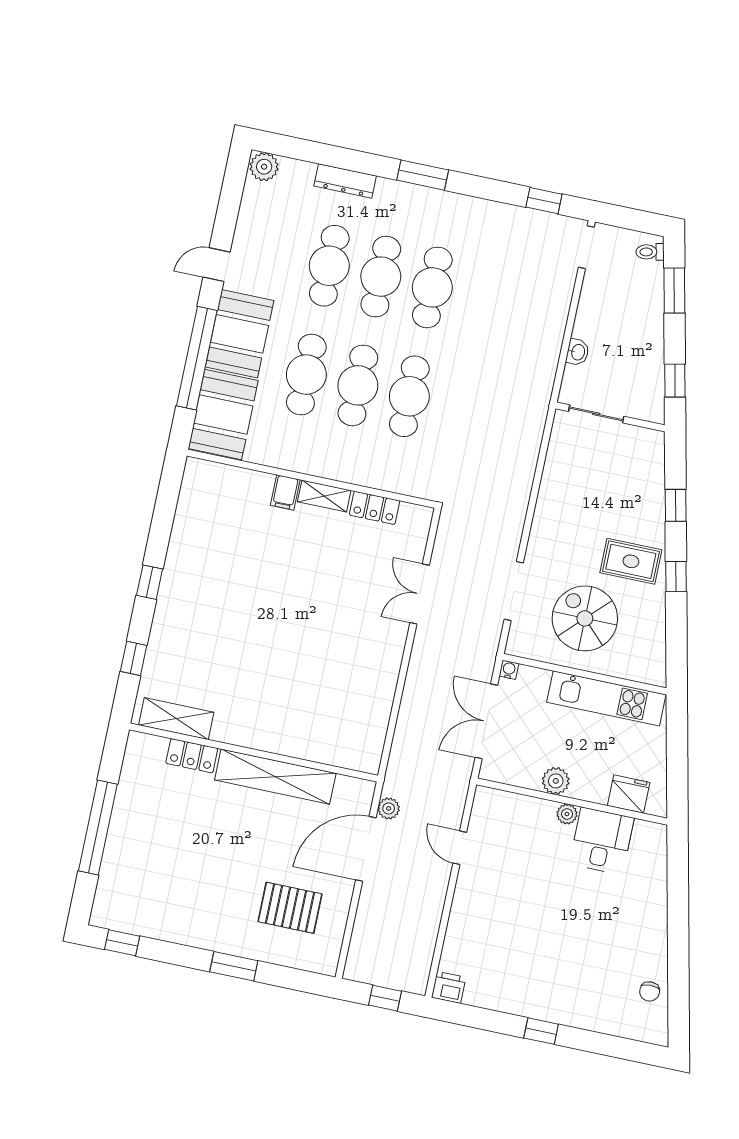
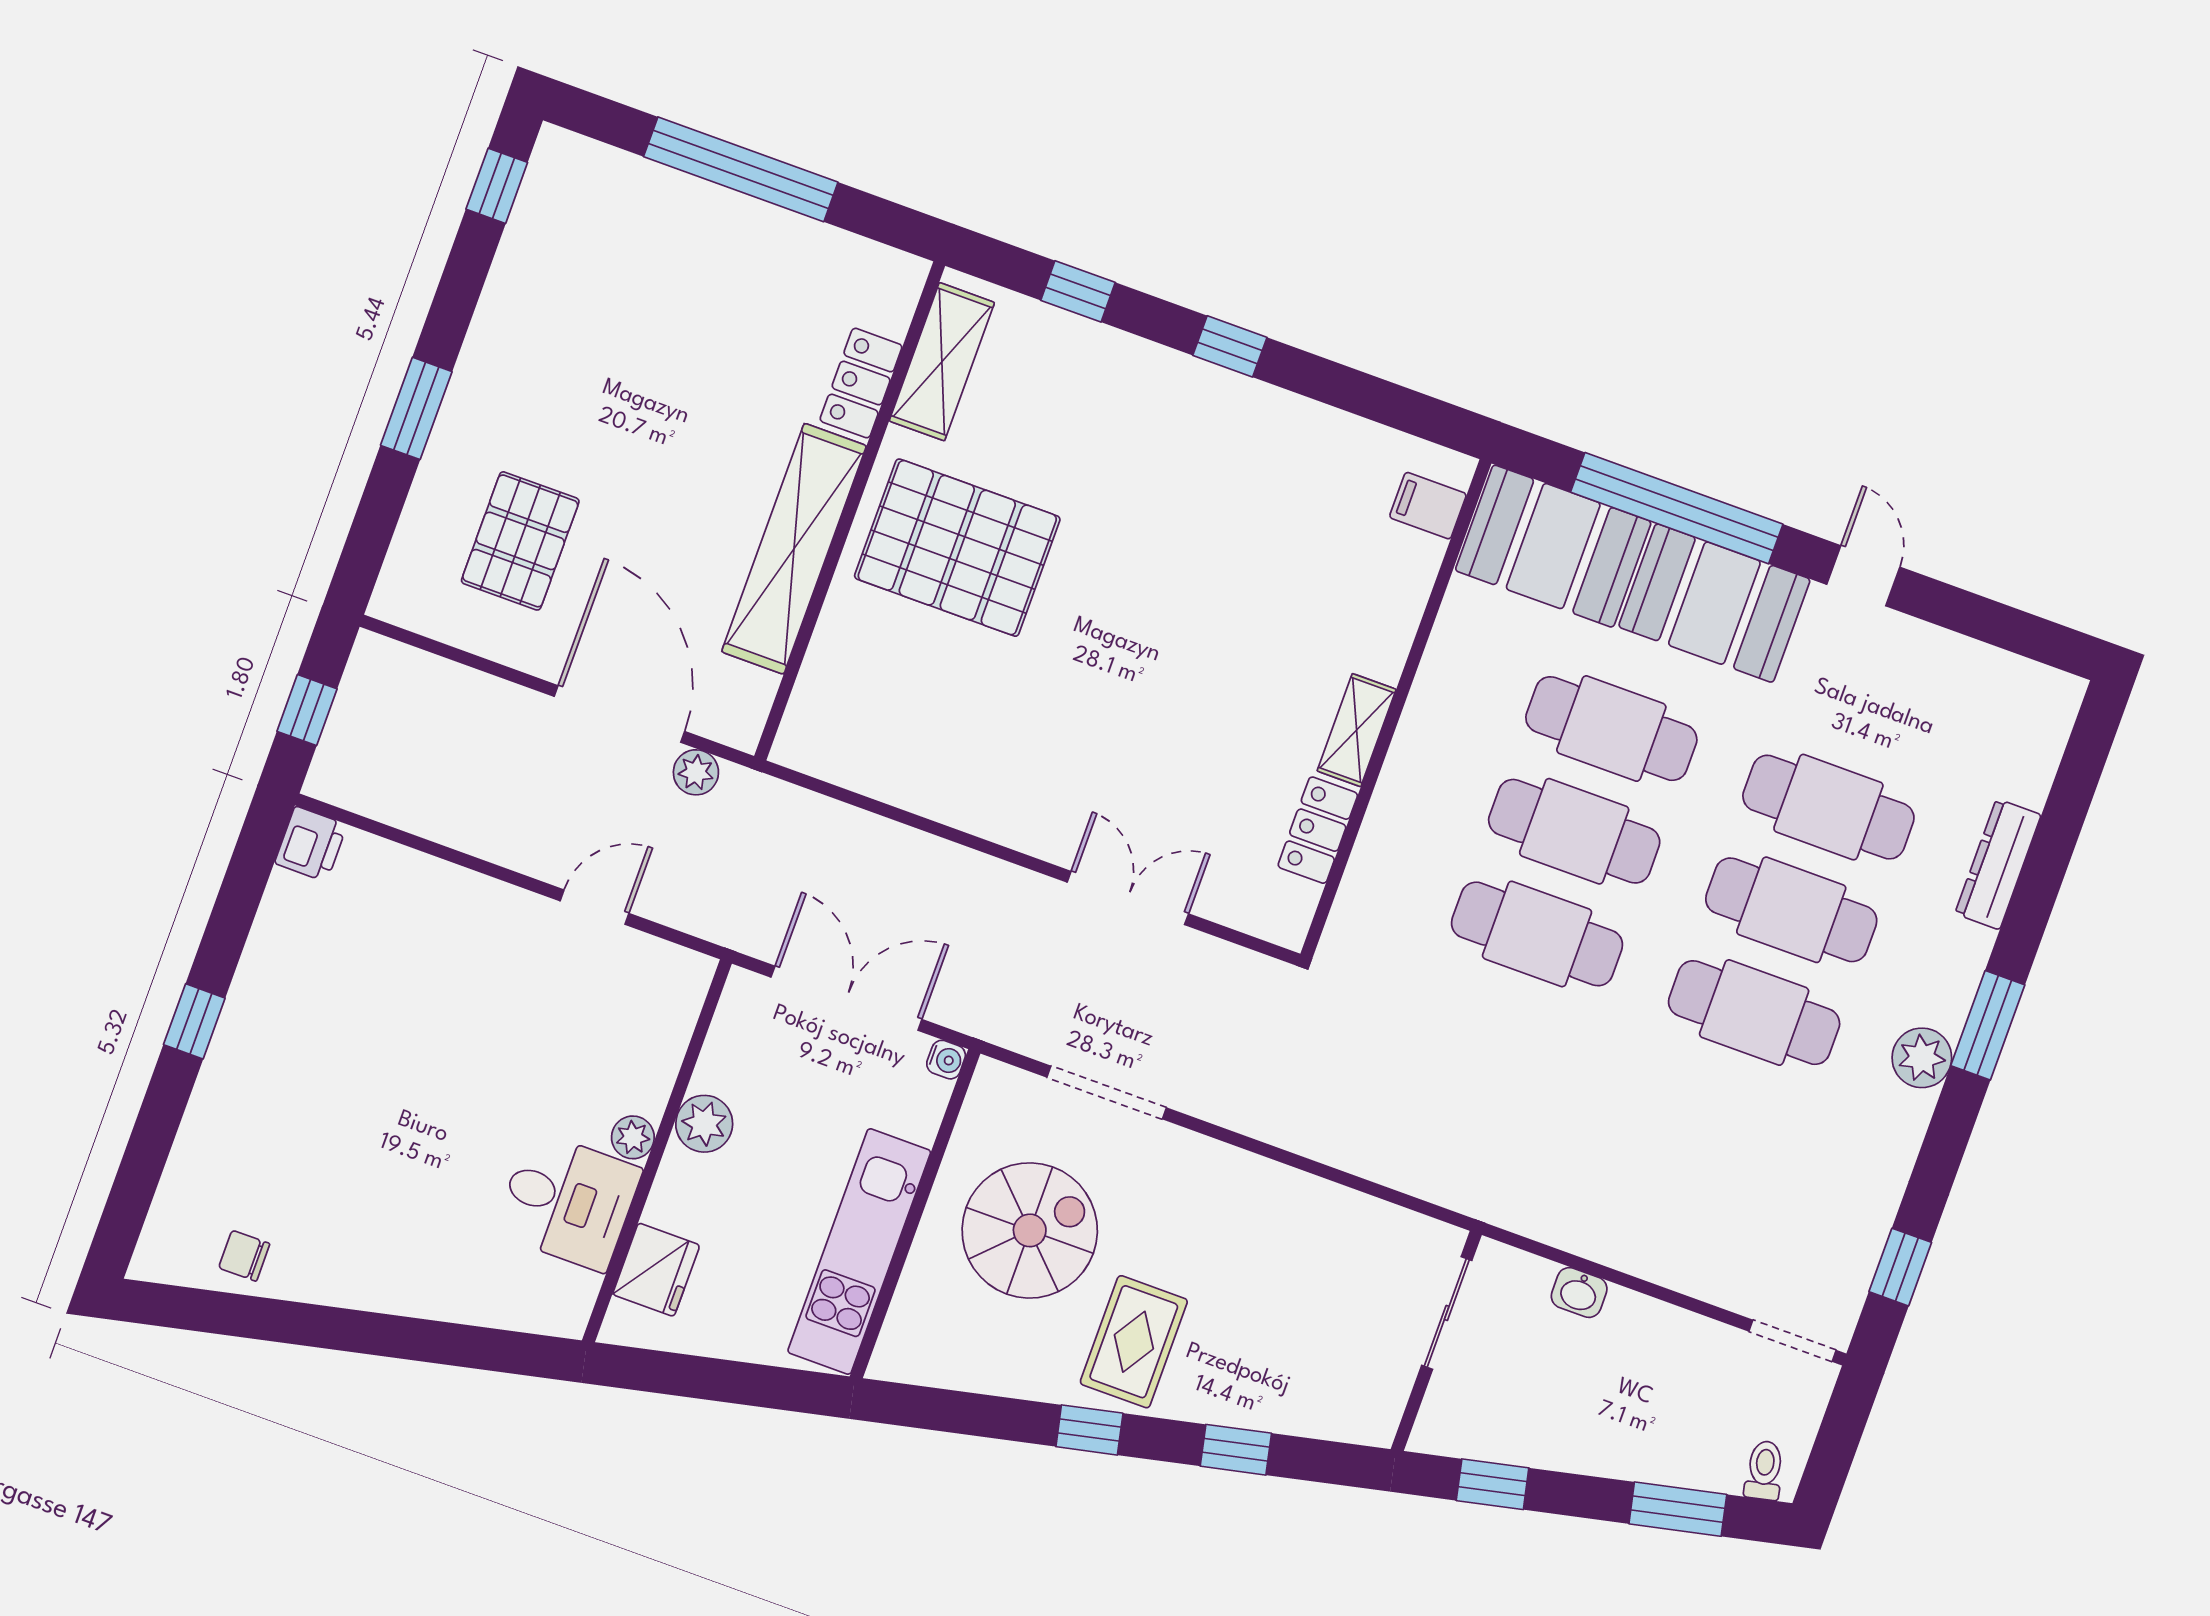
plant: (264, 167) -> (1922, 1058), moved
filing cabinet: (285, 492) -> (1428, 506), moved
pallet: (264, 699) -> (957, 548), added

